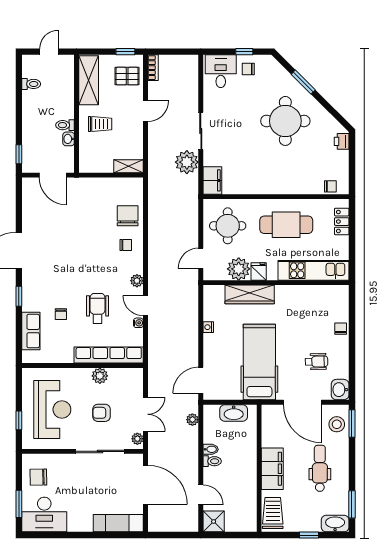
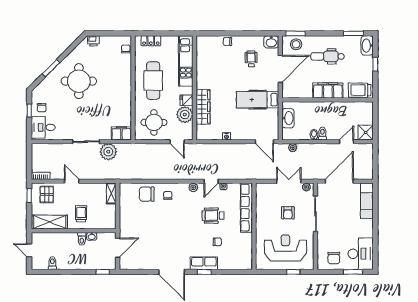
row of seats: (31, 331) -> (204, 263), moved
hospital bed: (259, 362) -> (258, 100), width x0.73, depth x0.78
plant: (100, 376) -> (261, 214), removed

